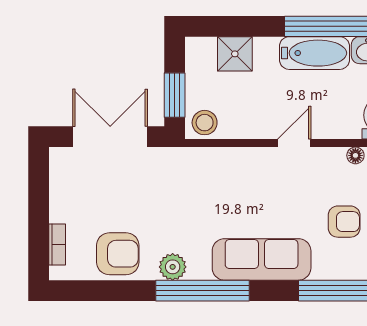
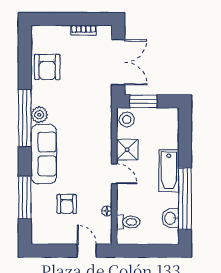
bathtub: (314, 53) -> (169, 171), moved
shower: (235, 54) -> (127, 150), moved
bookcase: (57, 244) -> (83, 30), moved
plant: (173, 267) -> (39, 115), moved

